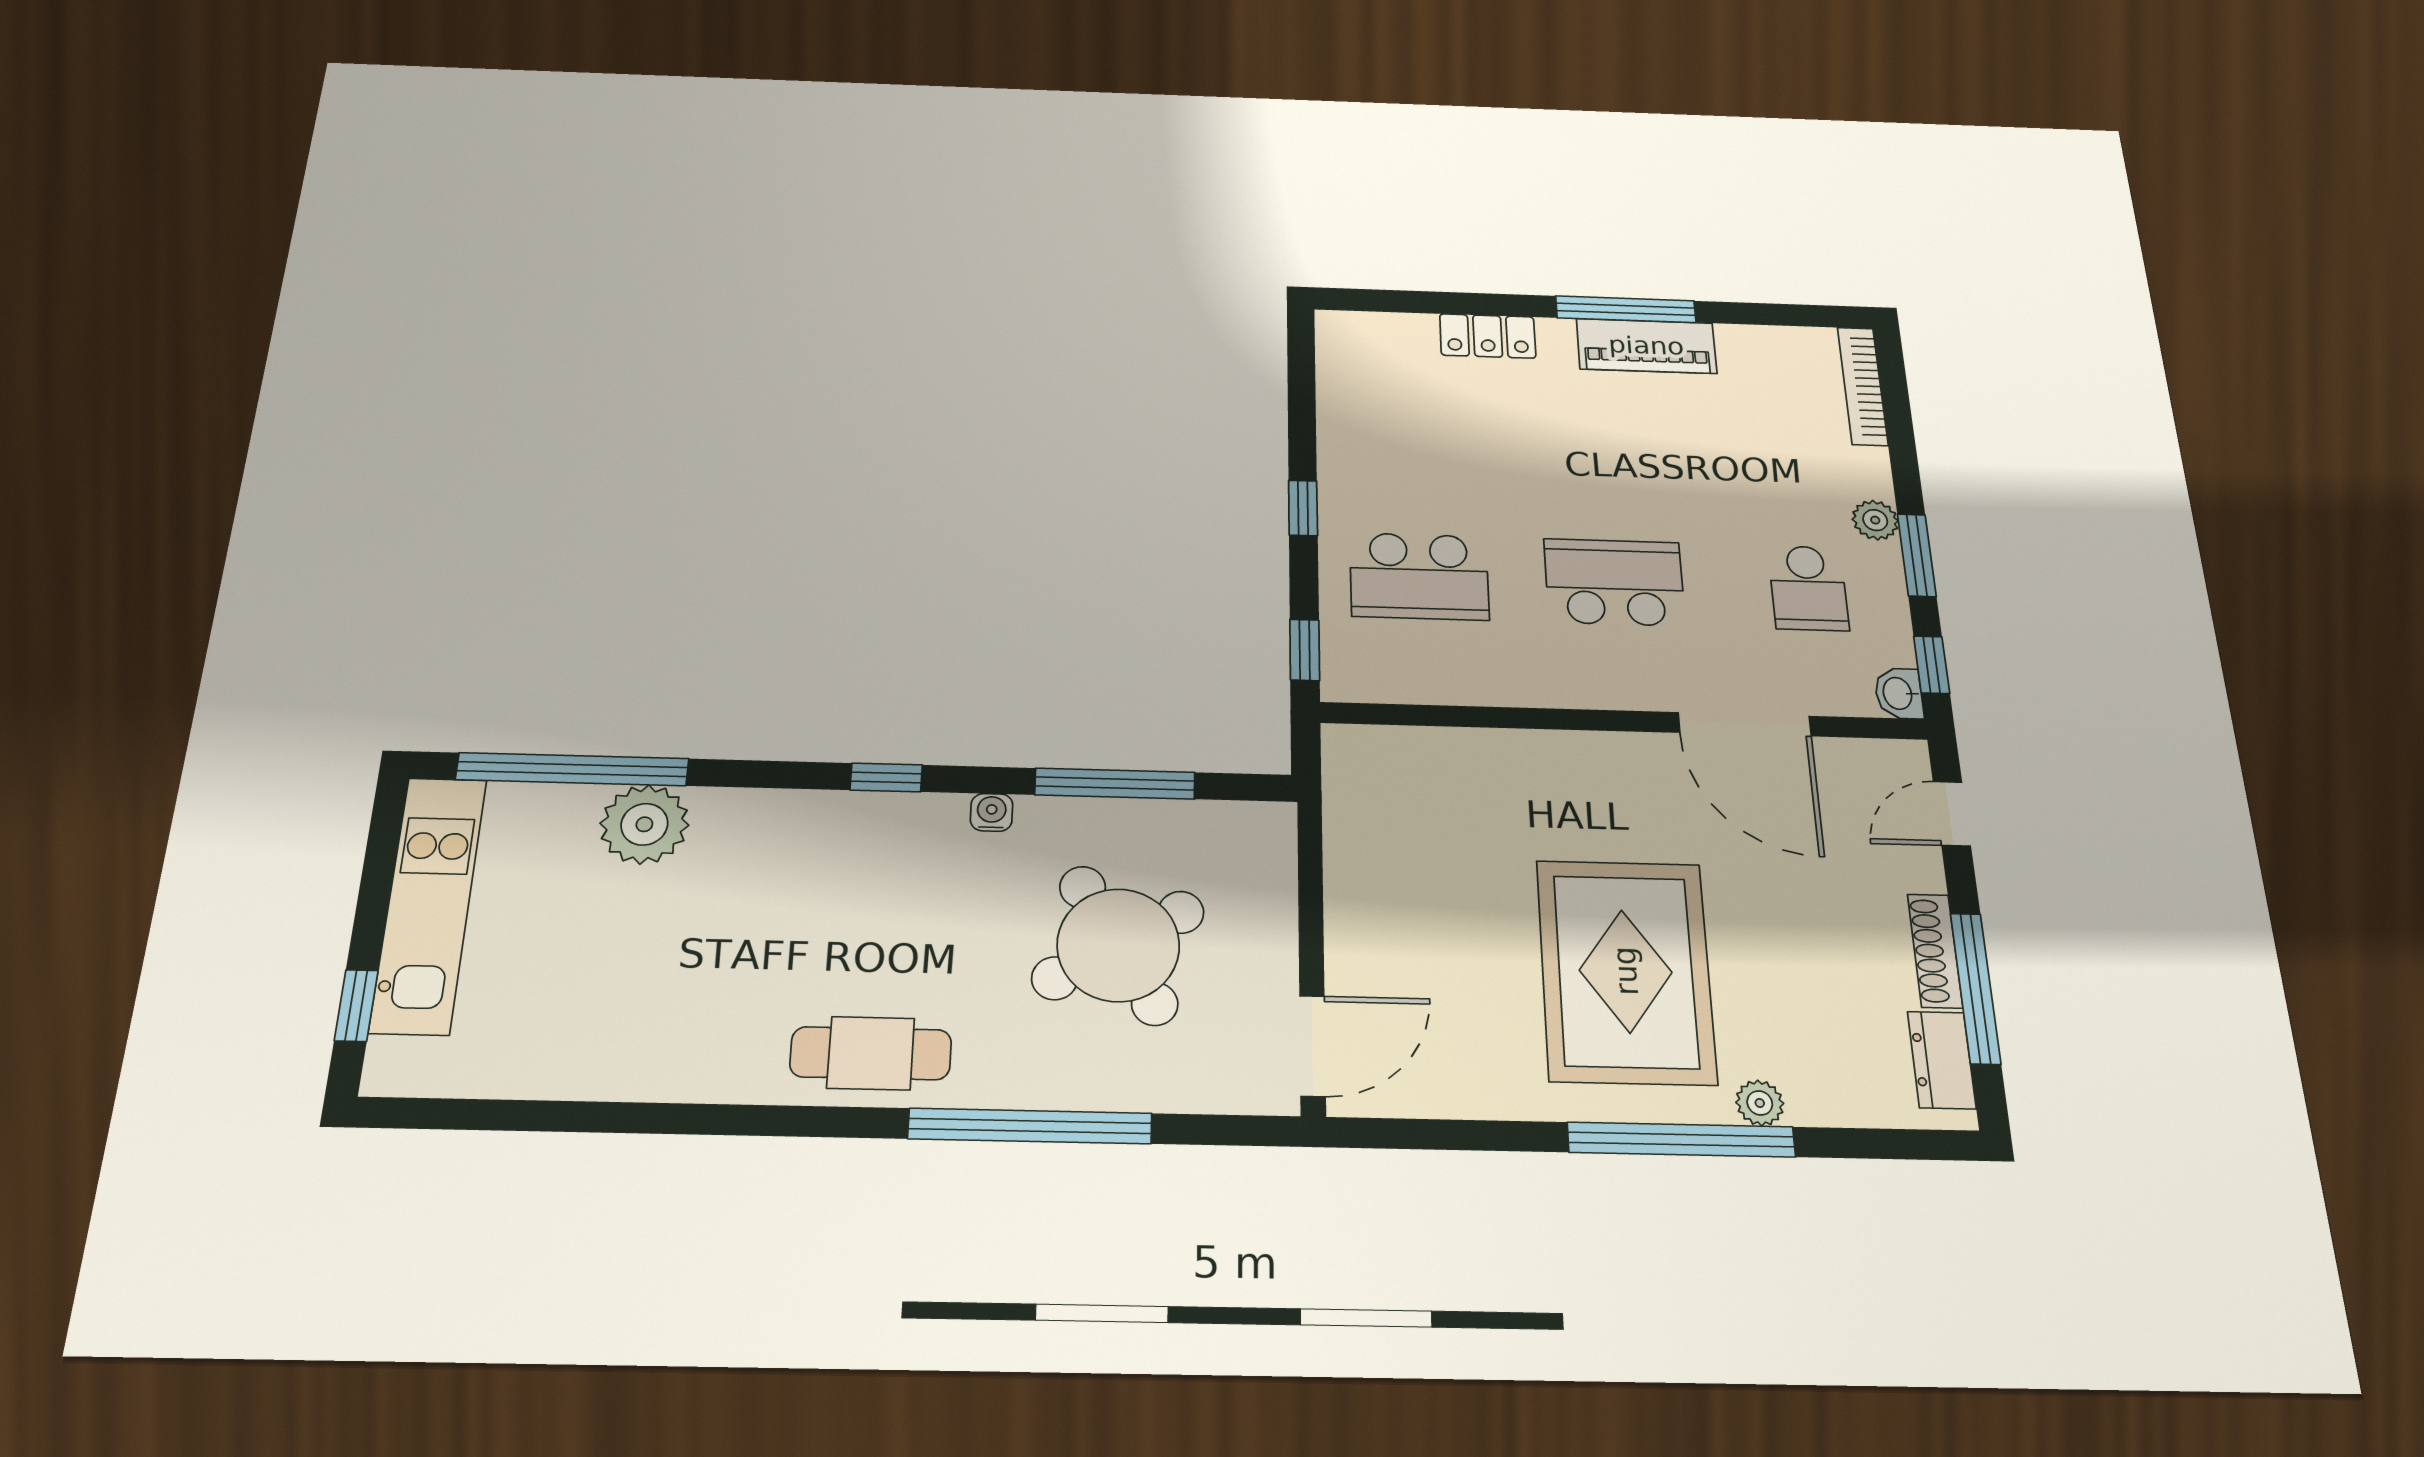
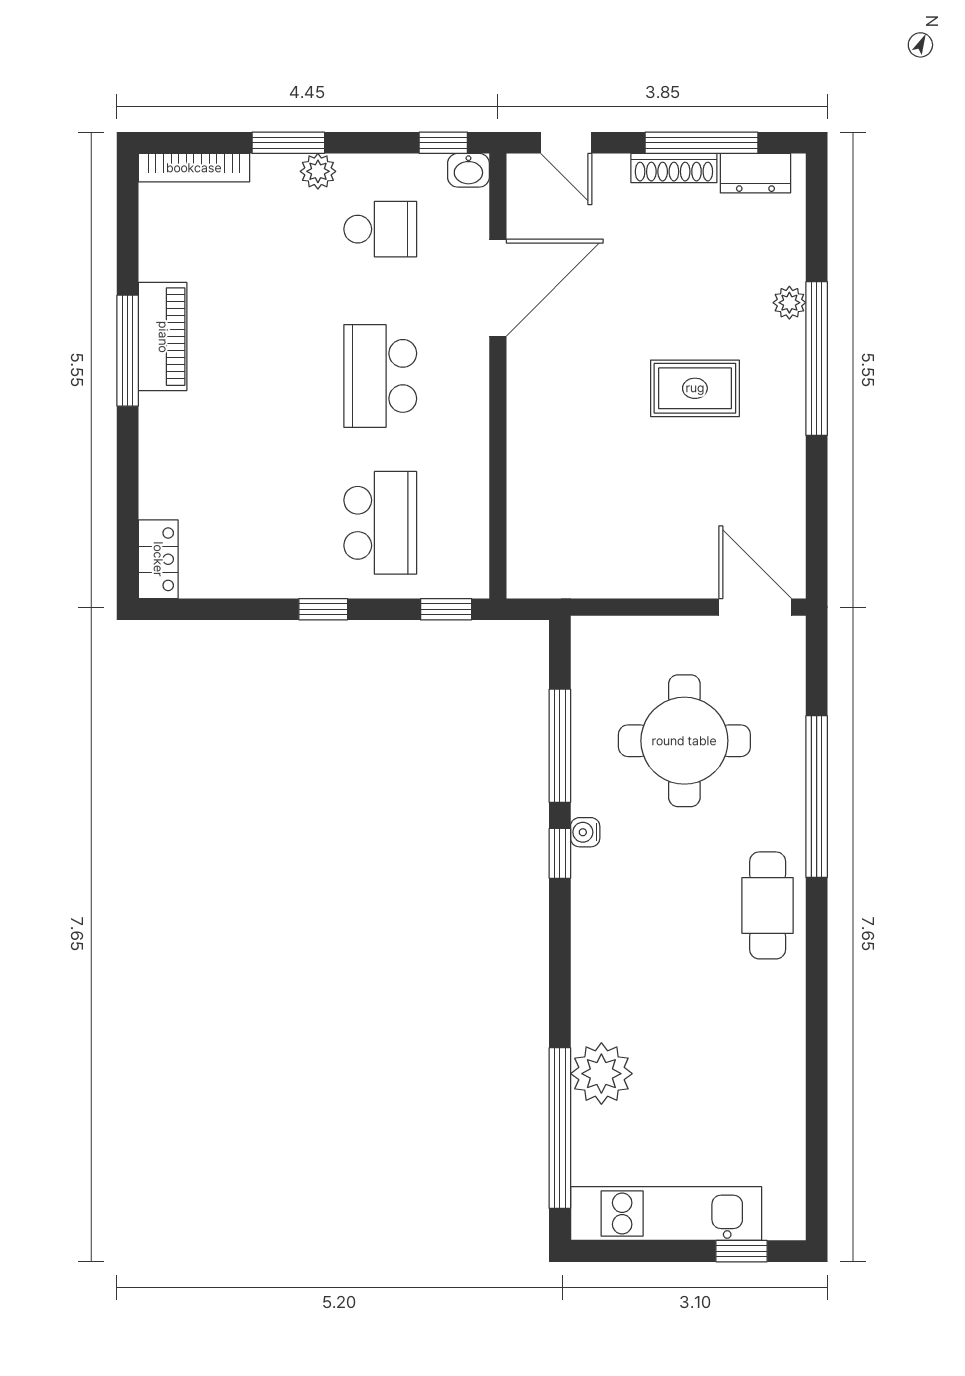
locker: (1488, 336) -> (158, 559), moved
window: (1917, 555) -> (288, 143), moved
window: (886, 777) -> (560, 853), moved
round table: (1118, 945) -> (684, 741), turned 31
rug: (1626, 971) -> (695, 388), width x0.54, depth x0.49

